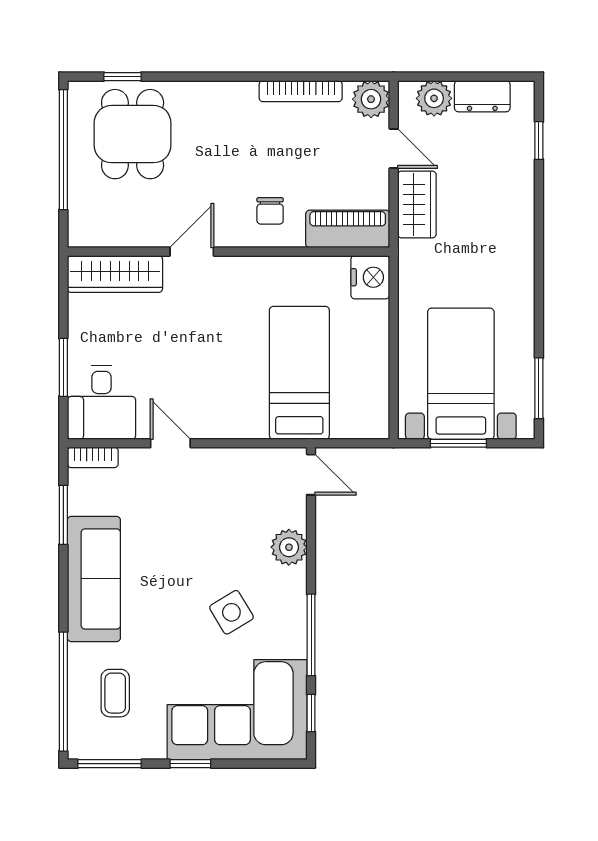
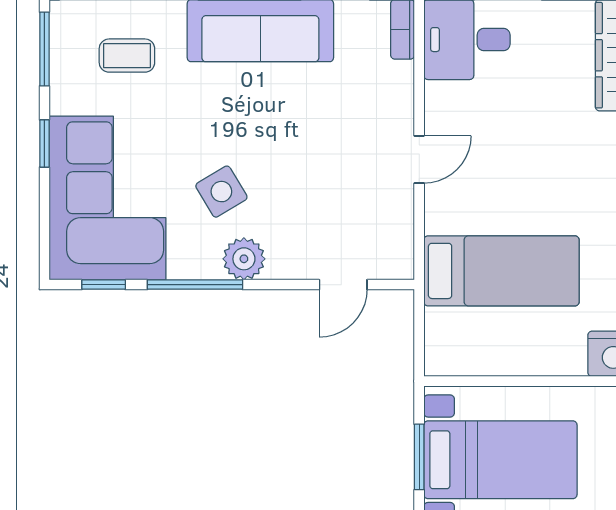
door: (170, 443) -> (419, 159), moved
door: (311, 475) -> (343, 285), moved
plant: (289, 547) -> (244, 259), moved

